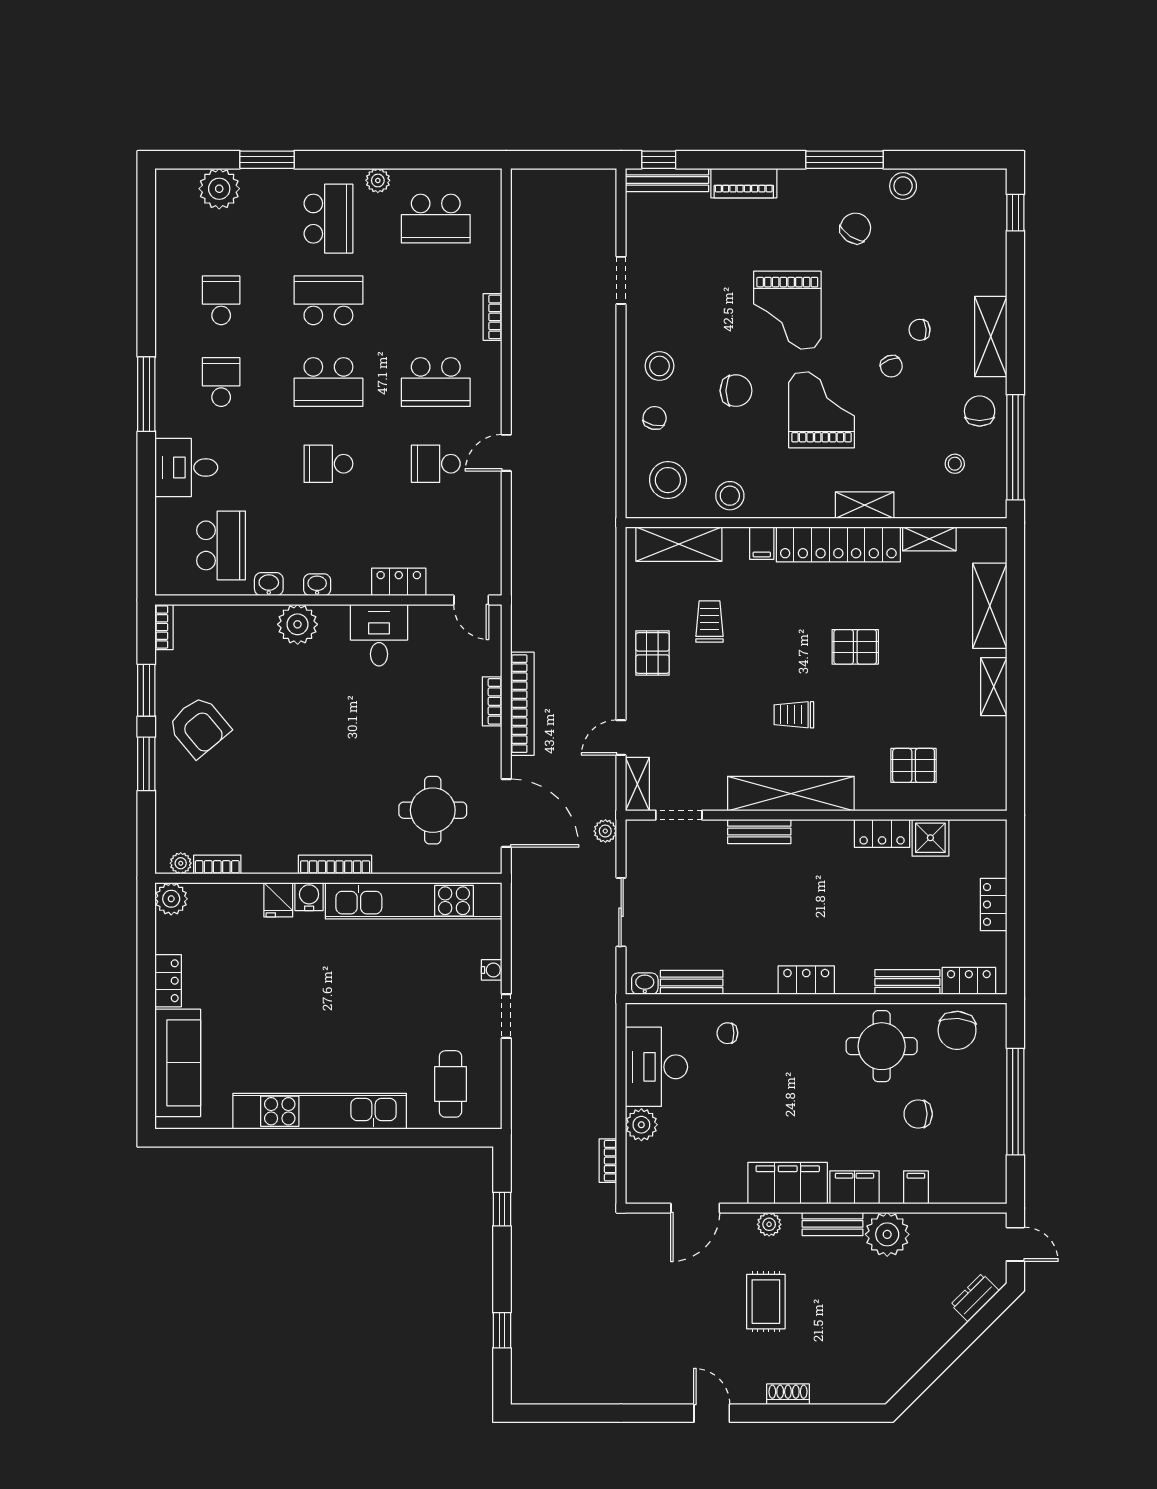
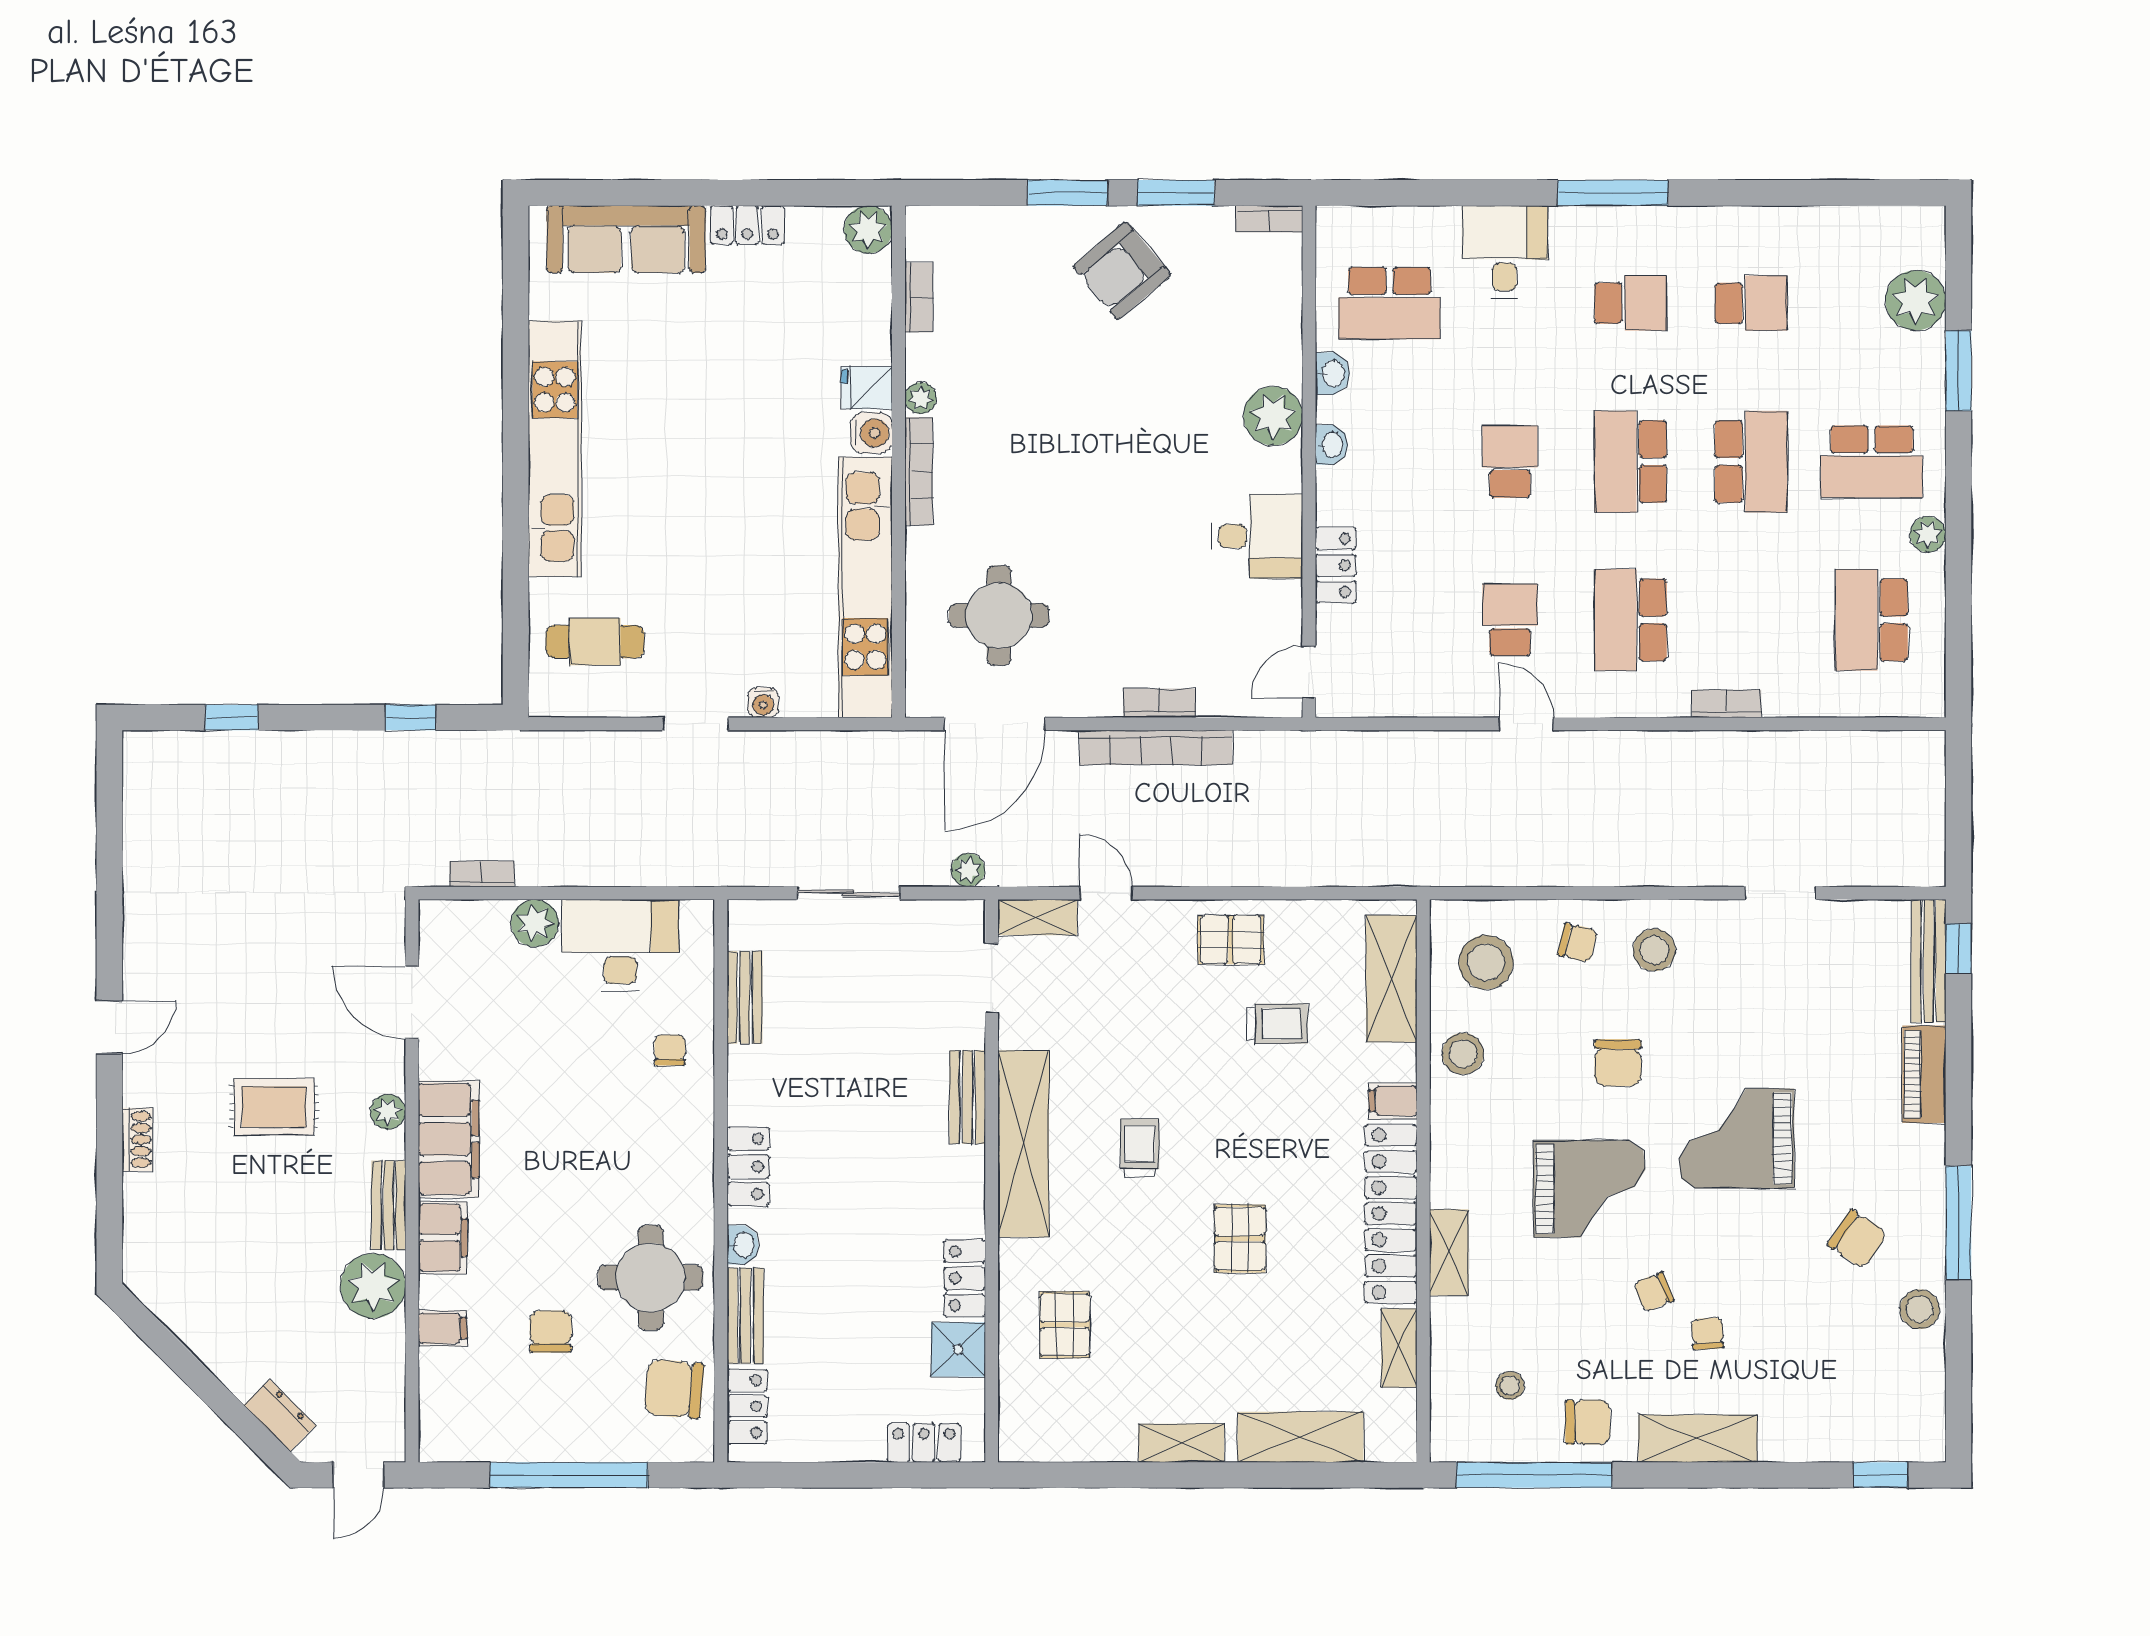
plant: (181, 863) -> (921, 398), moved
locker: (994, 904) -> (924, 1443), moved
washbasin: (645, 984) -> (743, 1245), moved

